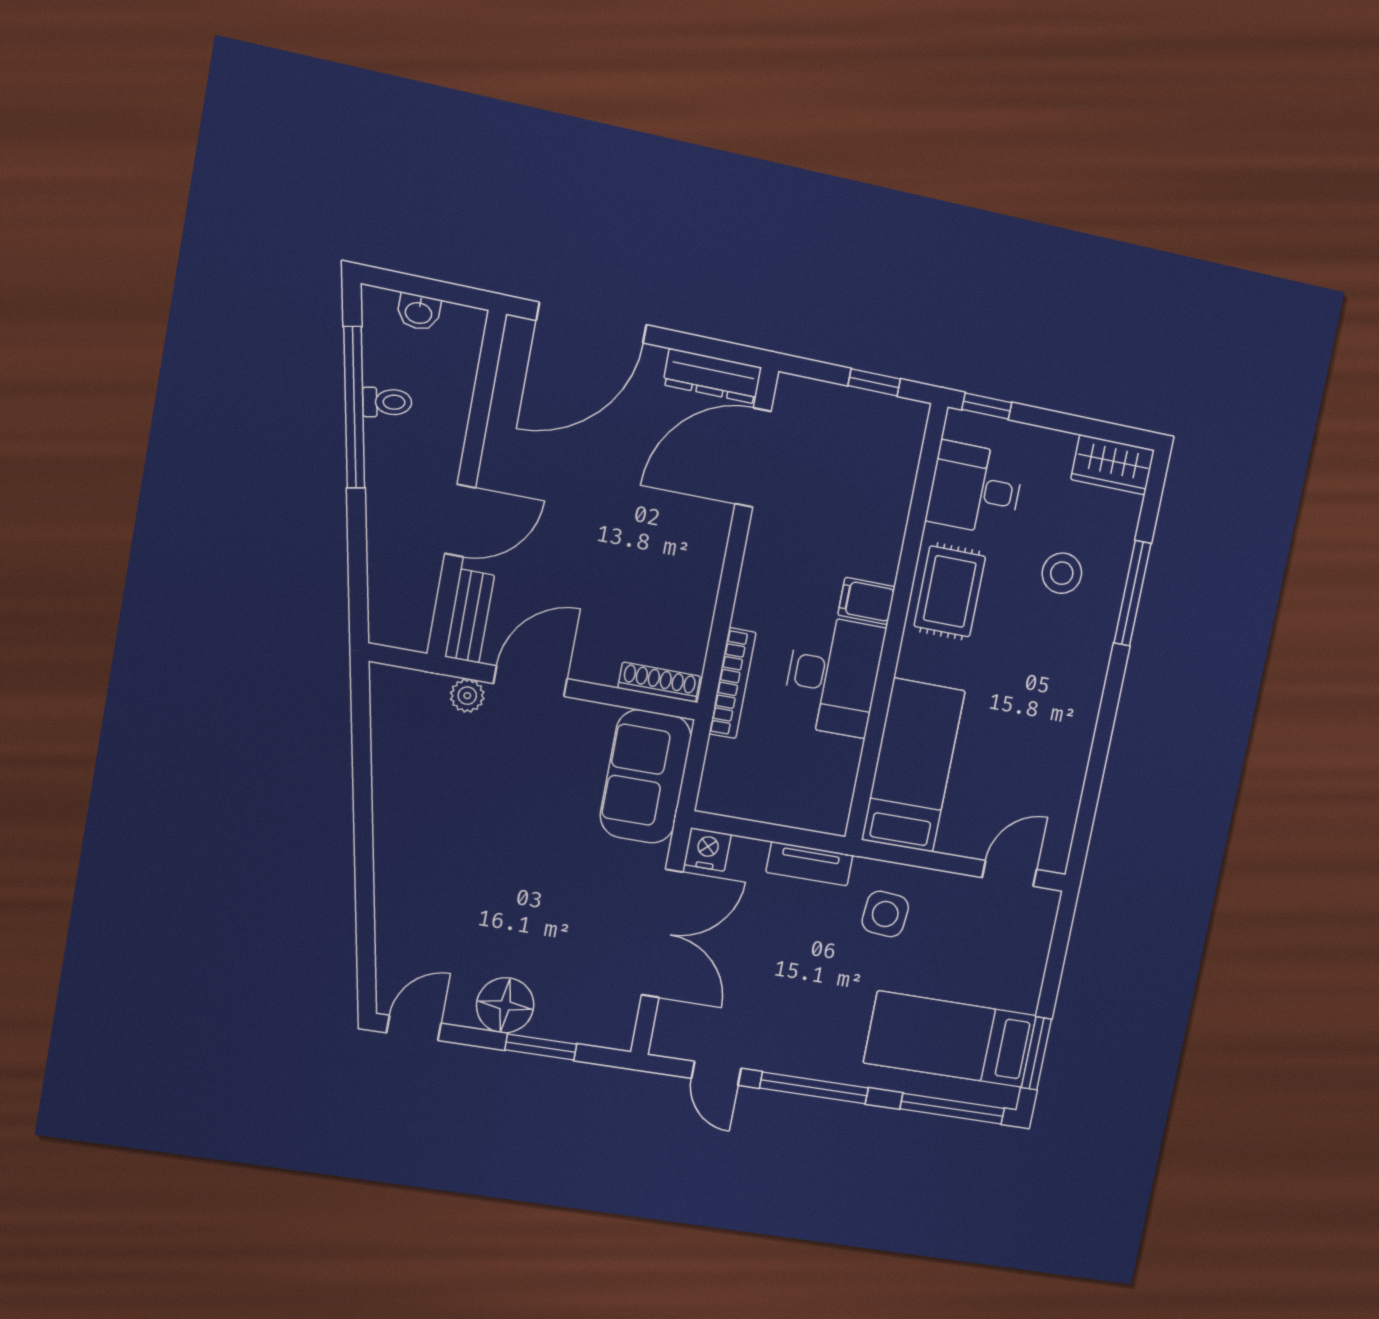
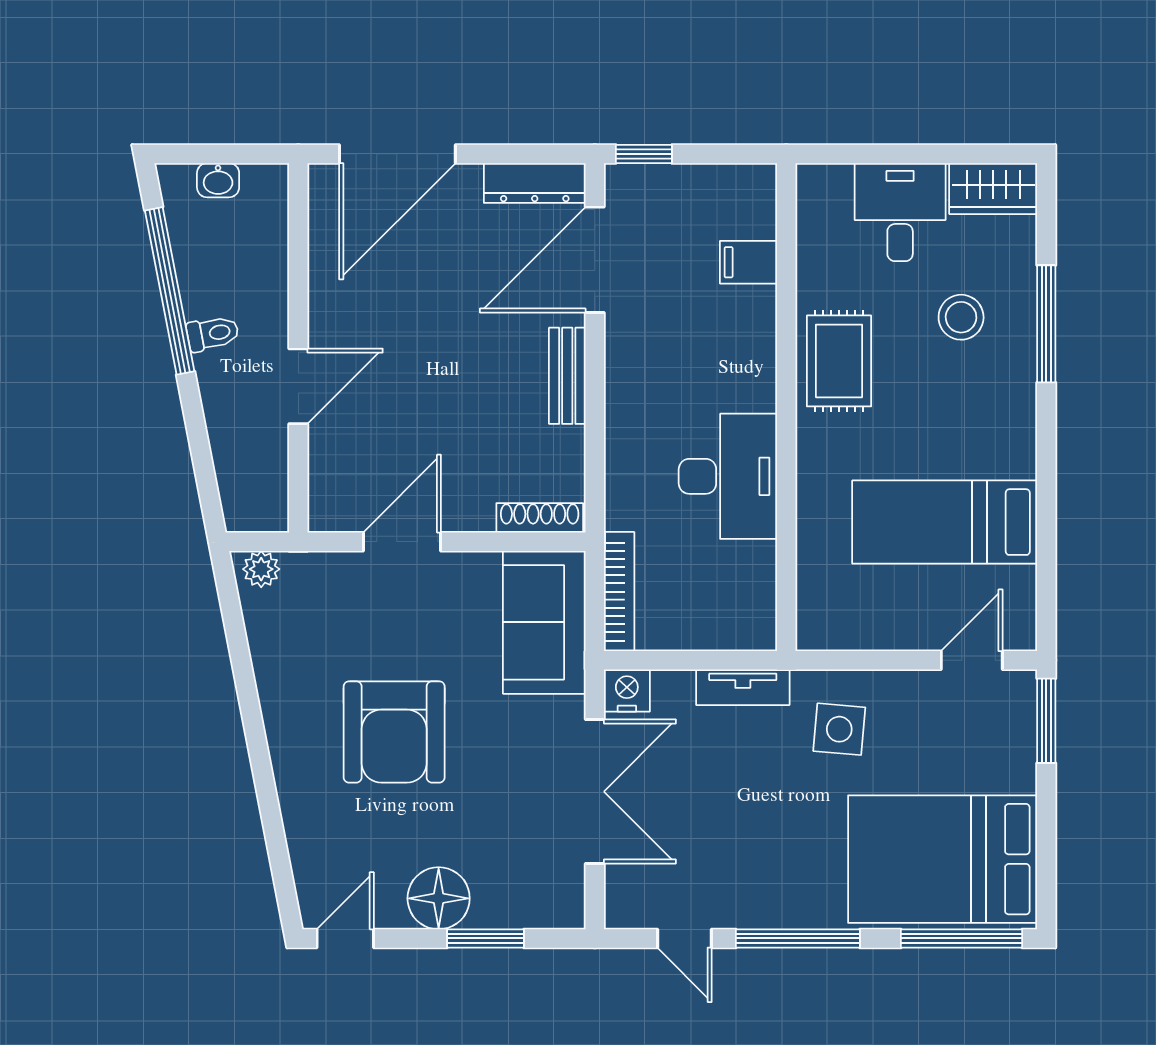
window: (874, 382) -> (644, 154), moved
toilet: (387, 402) -> (213, 334), moved
window: (987, 406) -> (839, 154), removed
desk: (975, 489) -> (900, 212), moved, turned 90
filing cabinet: (866, 601) -> (749, 262), moved
bench: (470, 616) -> (567, 376), moved
bookcase: (732, 683) -> (619, 592), moved
plant: (467, 696) -> (261, 569), moved
bed: (913, 765) -> (945, 522), moved, turned -90
armchair: (492, 851) -> (394, 732), added
bed: (950, 1039) -> (943, 859), width x1.50
window: (1036, 1053) -> (1046, 721), moved

